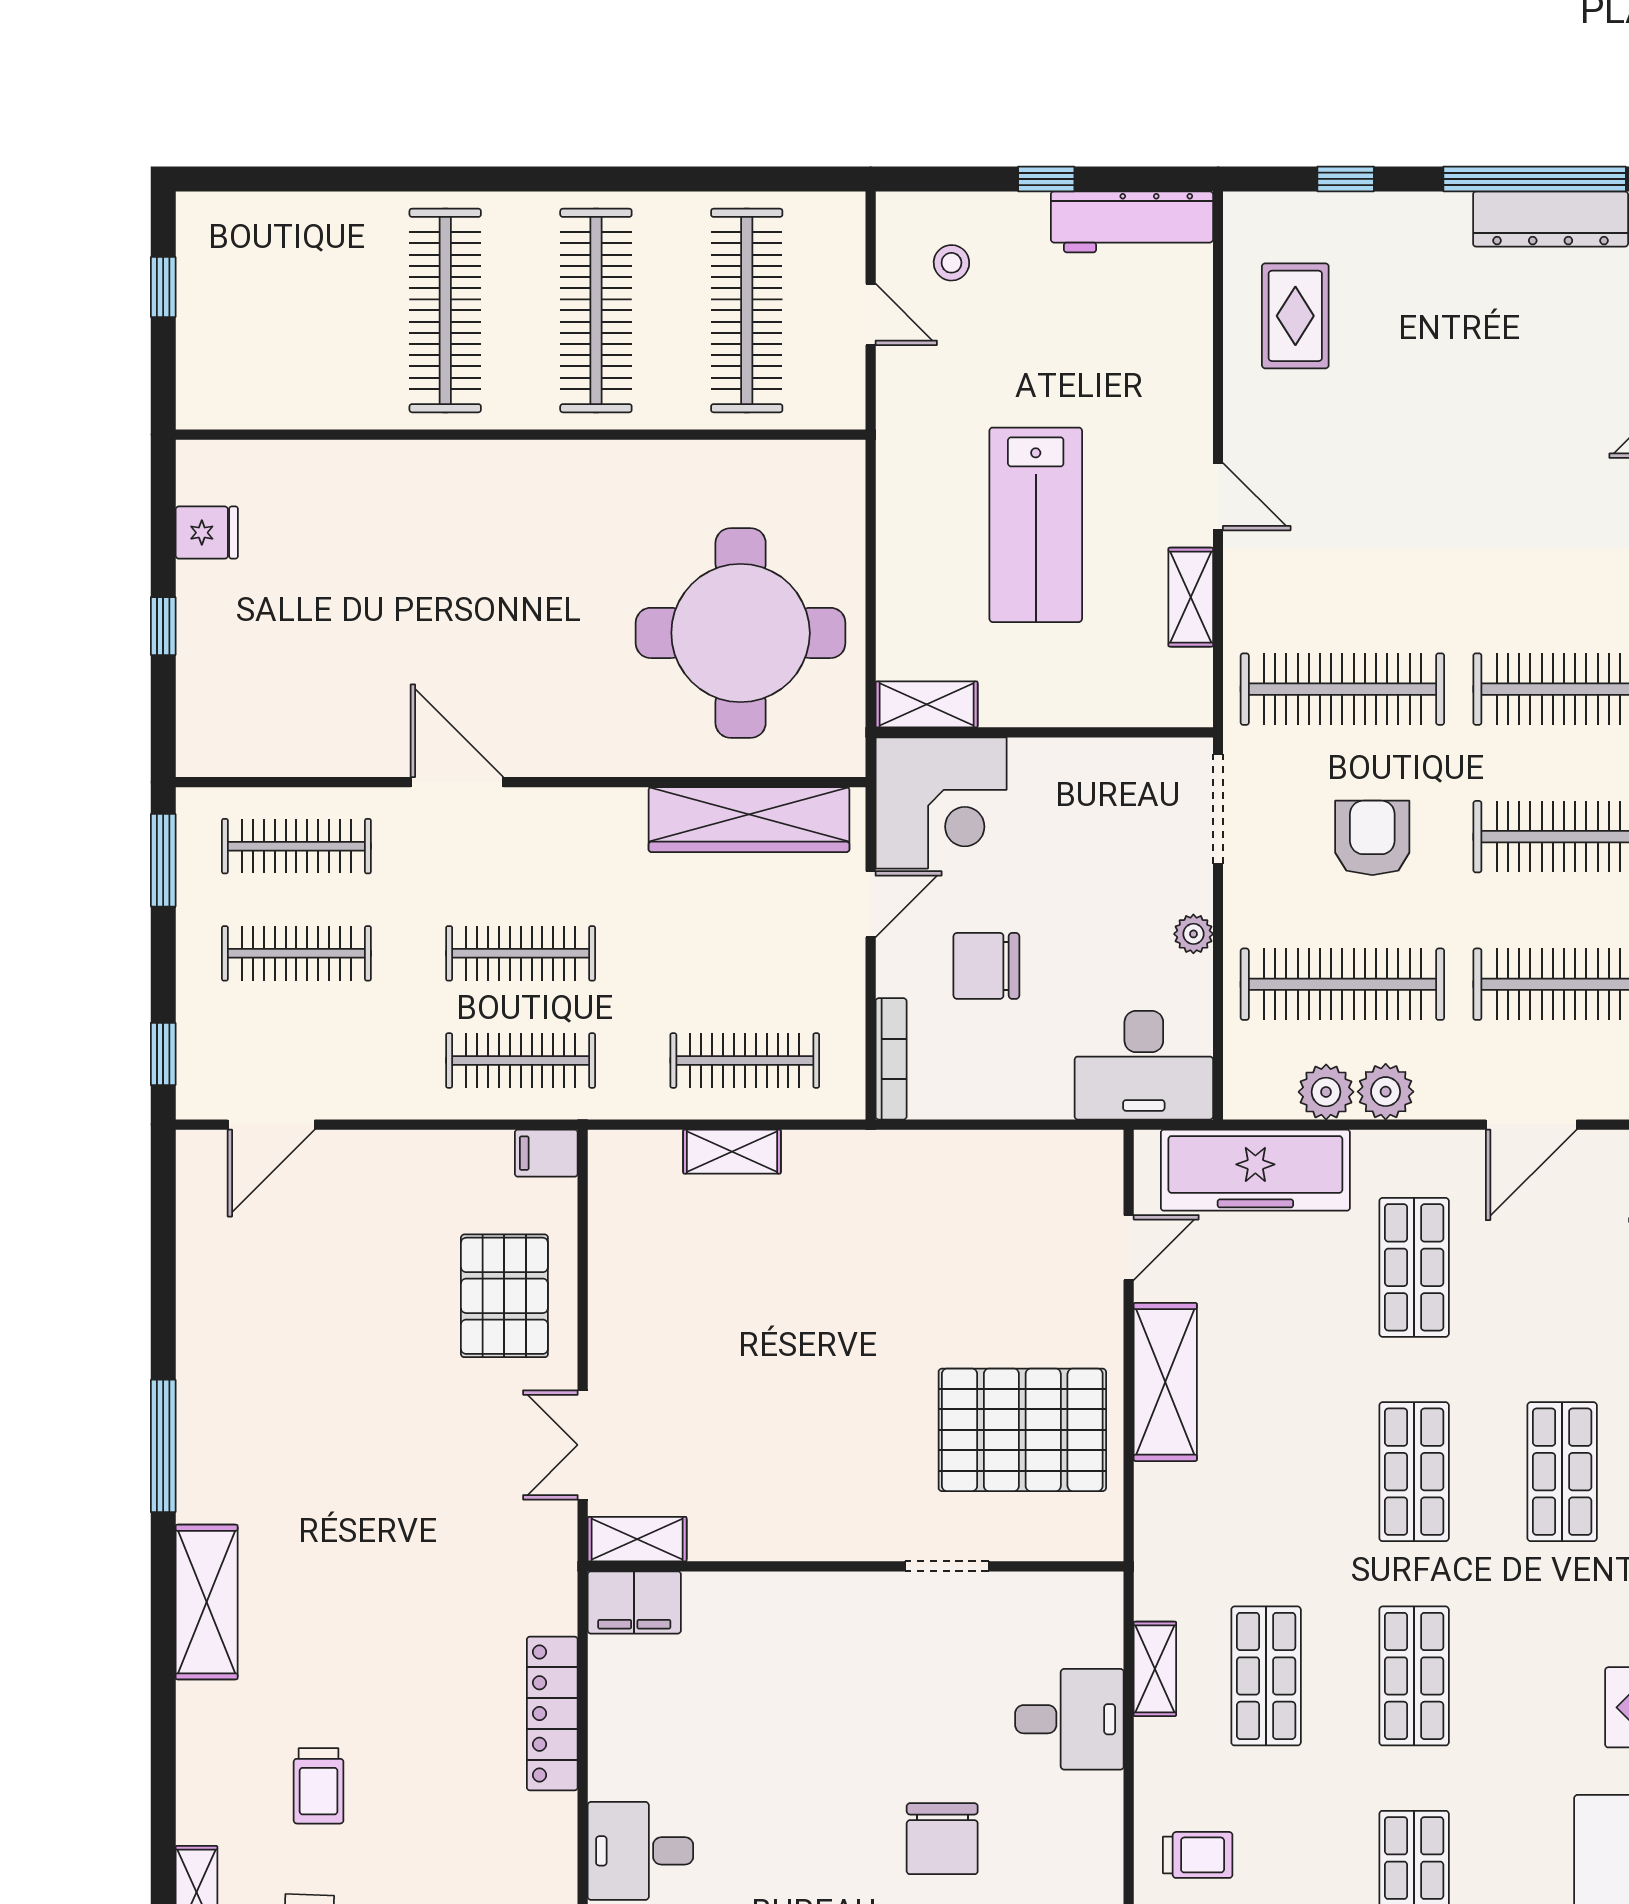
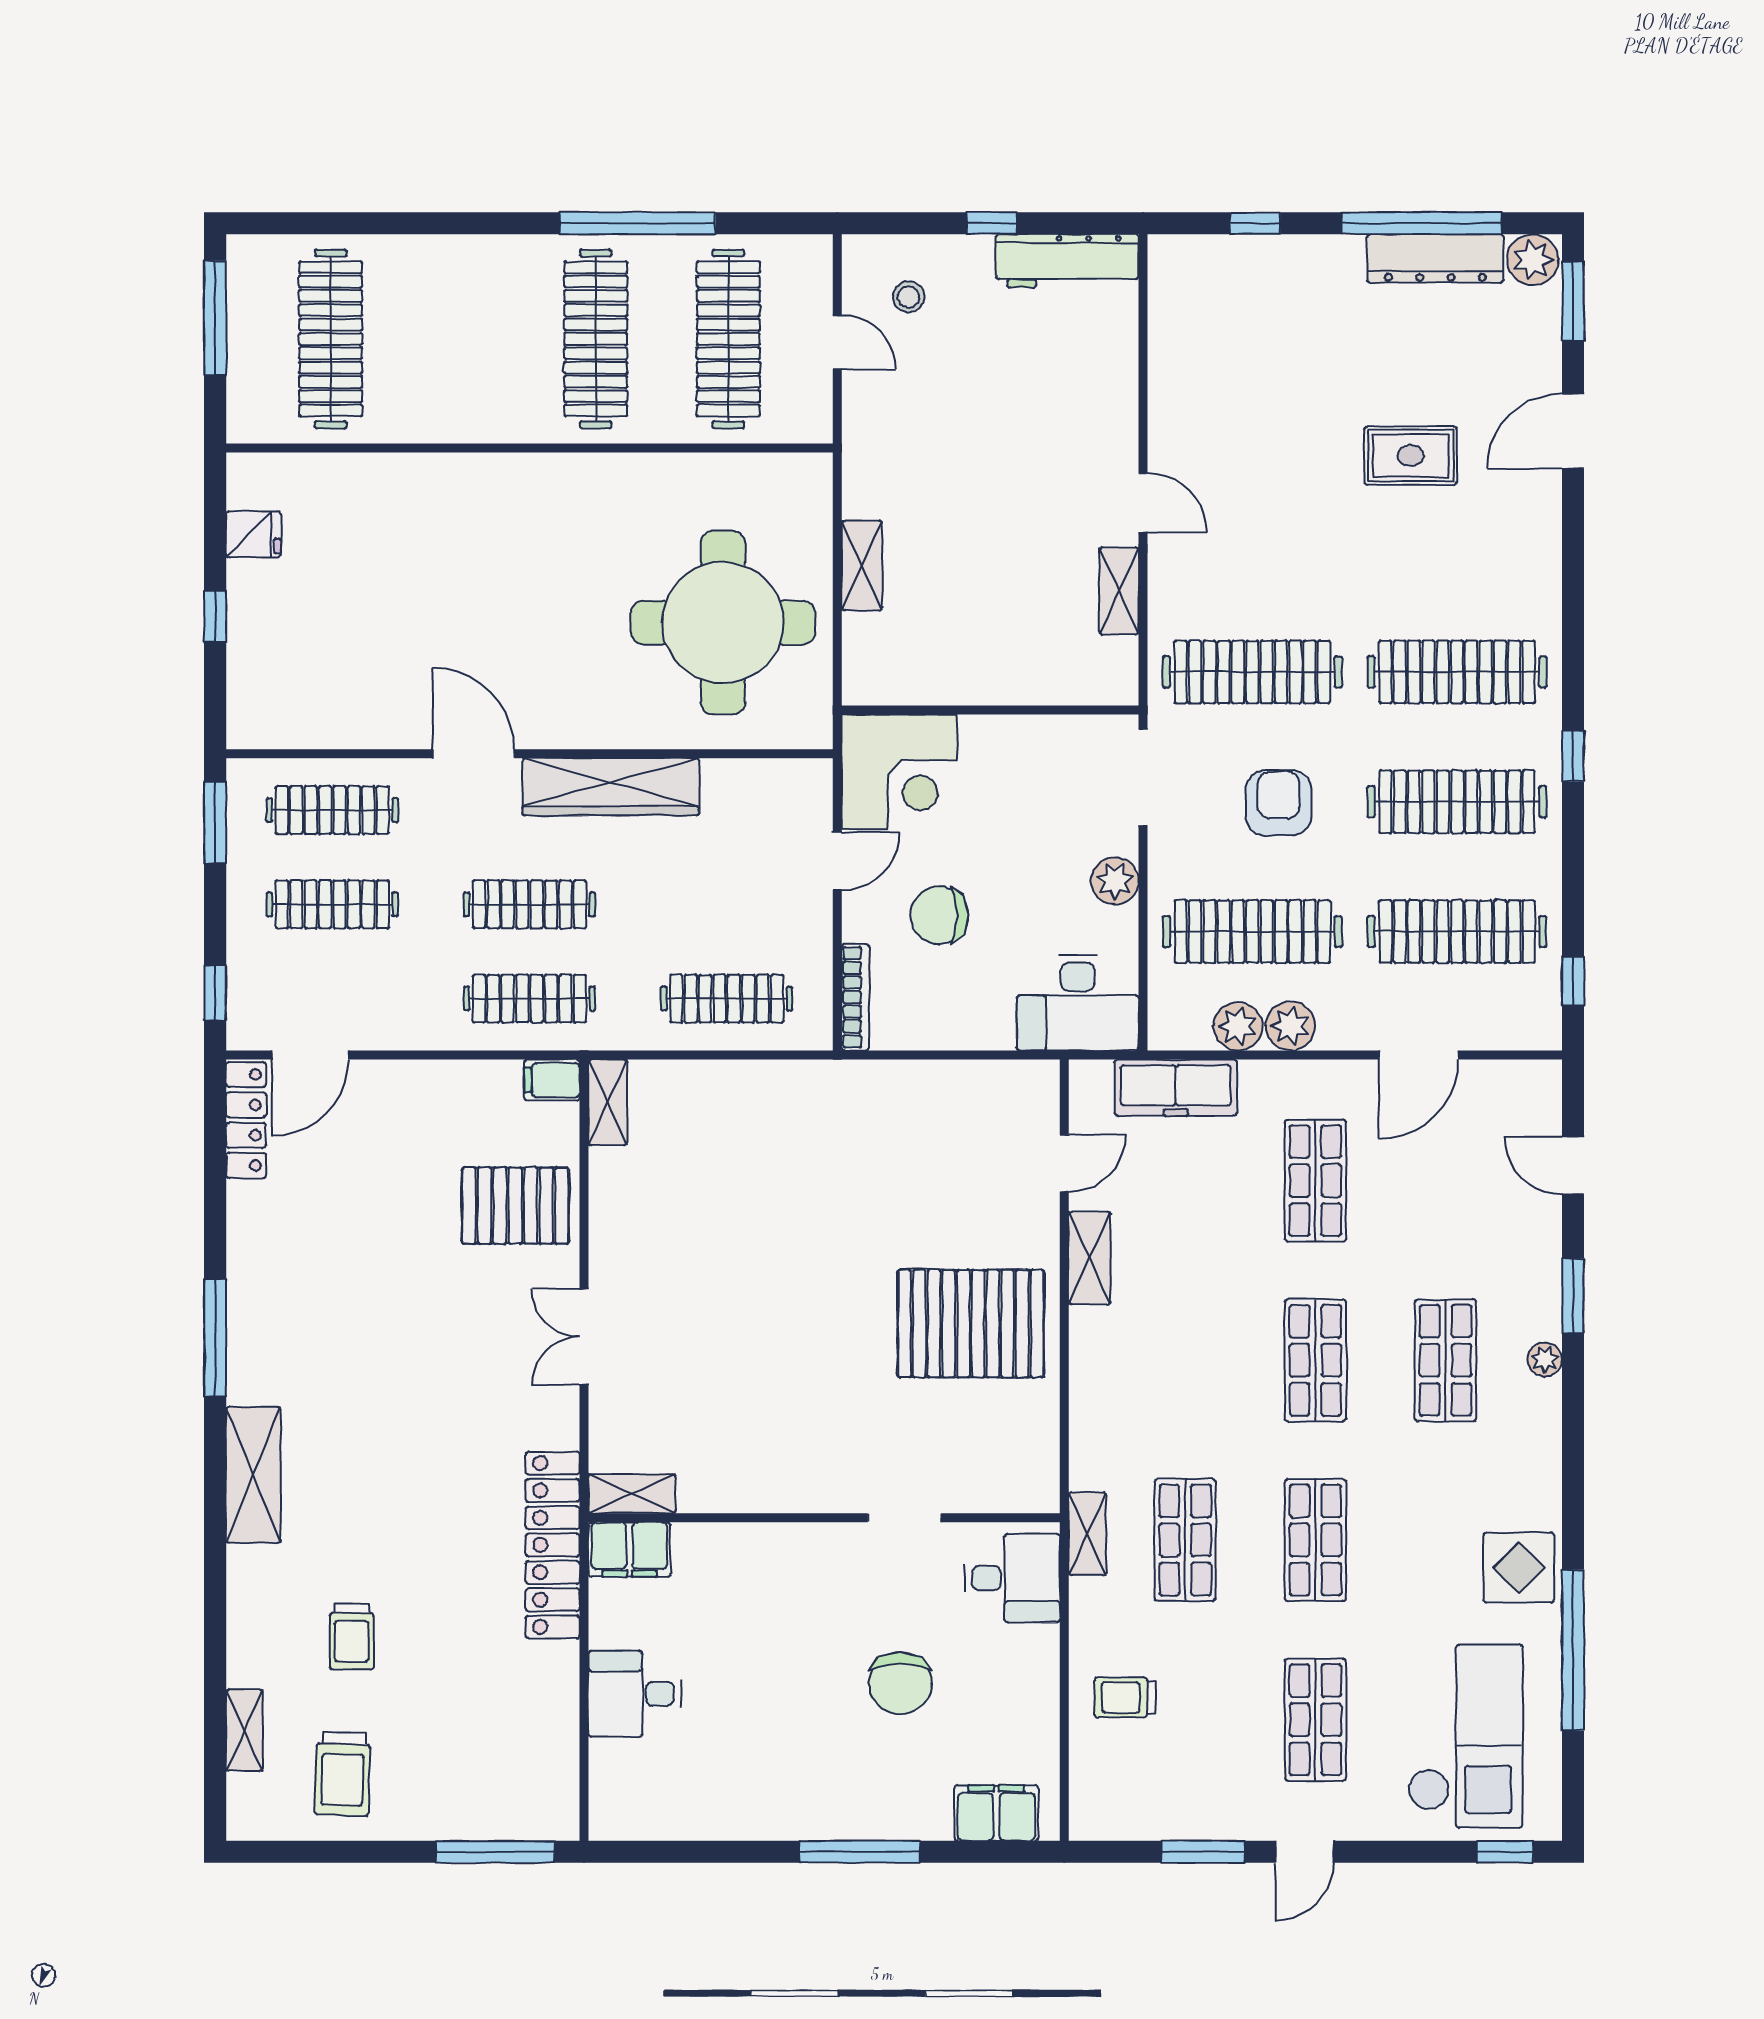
window: (644, 179) -> (638, 223), added
window: (163, 287) -> (215, 318), width x2.17
clothes rail: (445, 310) -> (331, 339), moved
rug: (1295, 316) -> (1411, 456), moved, turned 90
lab bench: (1036, 525) -> (983, 527), removed
shelving: (927, 704) -> (862, 566), moved, turned 90
wardrobe: (749, 820) -> (611, 787), moved
plant: (1193, 934) -> (1115, 881), width x1.38, depth x1.38
shelving: (732, 1152) -> (608, 1102), moved, turned 90
freezer: (1255, 1170) -> (1176, 1088), width x0.73, depth x0.79
locker: (198, 1198) -> (246, 1120), added
pallet: (504, 1296) -> (515, 1206), turned 90
shelving: (1165, 1382) -> (1090, 1258), width x0.67, depth x0.75
shelving: (637, 1539) -> (632, 1494), moved
wall: (856, 1566) -> (824, 1518), moved
doorway: (947, 1566) -> (905, 1518), moved
filing cabinet: (634, 1602) -> (629, 1550), moved
locker: (552, 1714) -> (553, 1545), width x1.41, depth x1.21
trolley: (1198, 1855) -> (1125, 1697), turned 180

